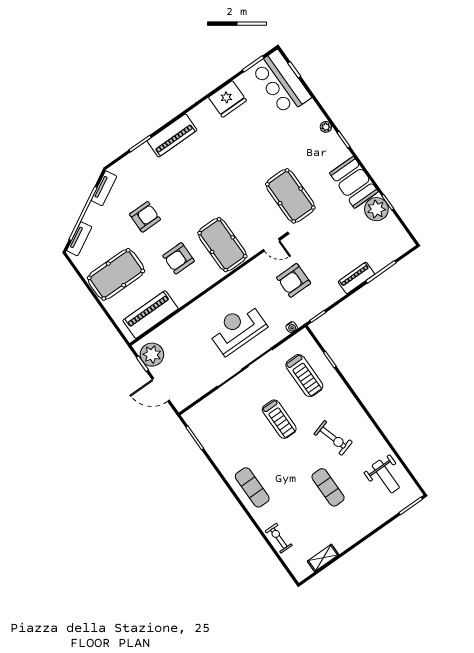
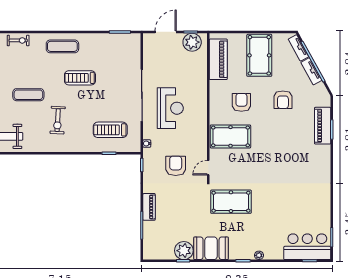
fridge: (227, 99) -> (321, 205), removed
piano: (172, 135) -> (323, 126), moved
tv unit: (104, 188) -> (311, 71), moved
treadmill: (279, 419) -> (80, 78), moved
exercise bike: (333, 438) -> (58, 120), turned -70

